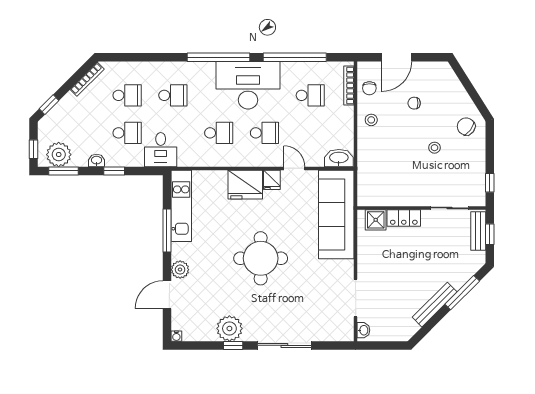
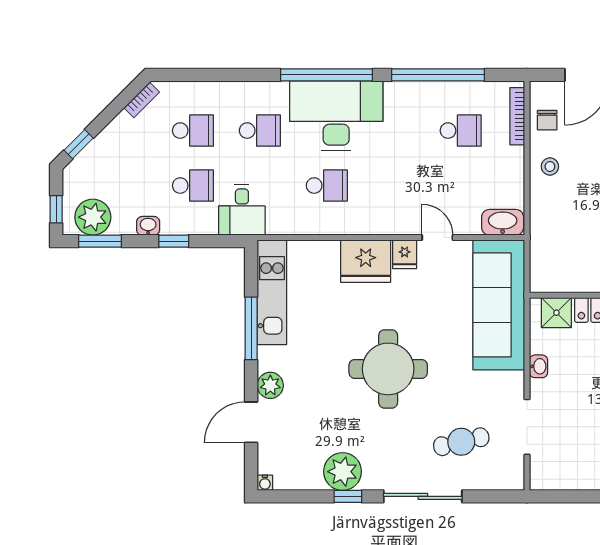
bookcase: (87, 79) -> (142, 100), width x0.64
desk: (248, 85) -> (336, 116), moved
school desk: (264, 133) -> (394, 186), removed
cafe table: (311, 308) -> (461, 442), added
washbasin: (363, 330) -> (539, 366), moved

